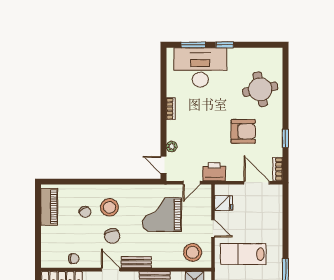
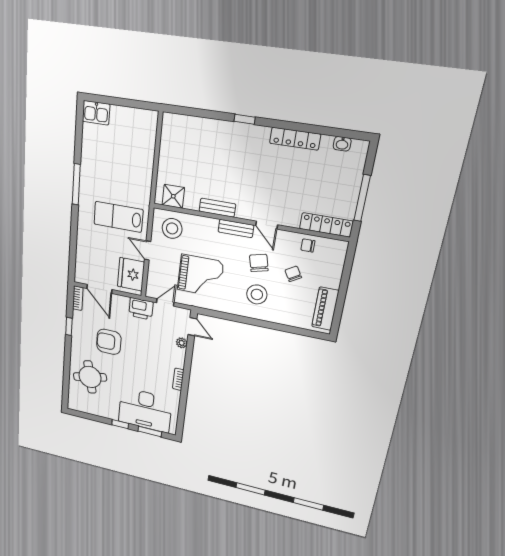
fridge: (224, 203) -> (131, 274), width x1.88, depth x1.34
chair: (85, 212) -> (293, 274), moved
lab bench: (243, 254) -> (118, 217), turned 180

